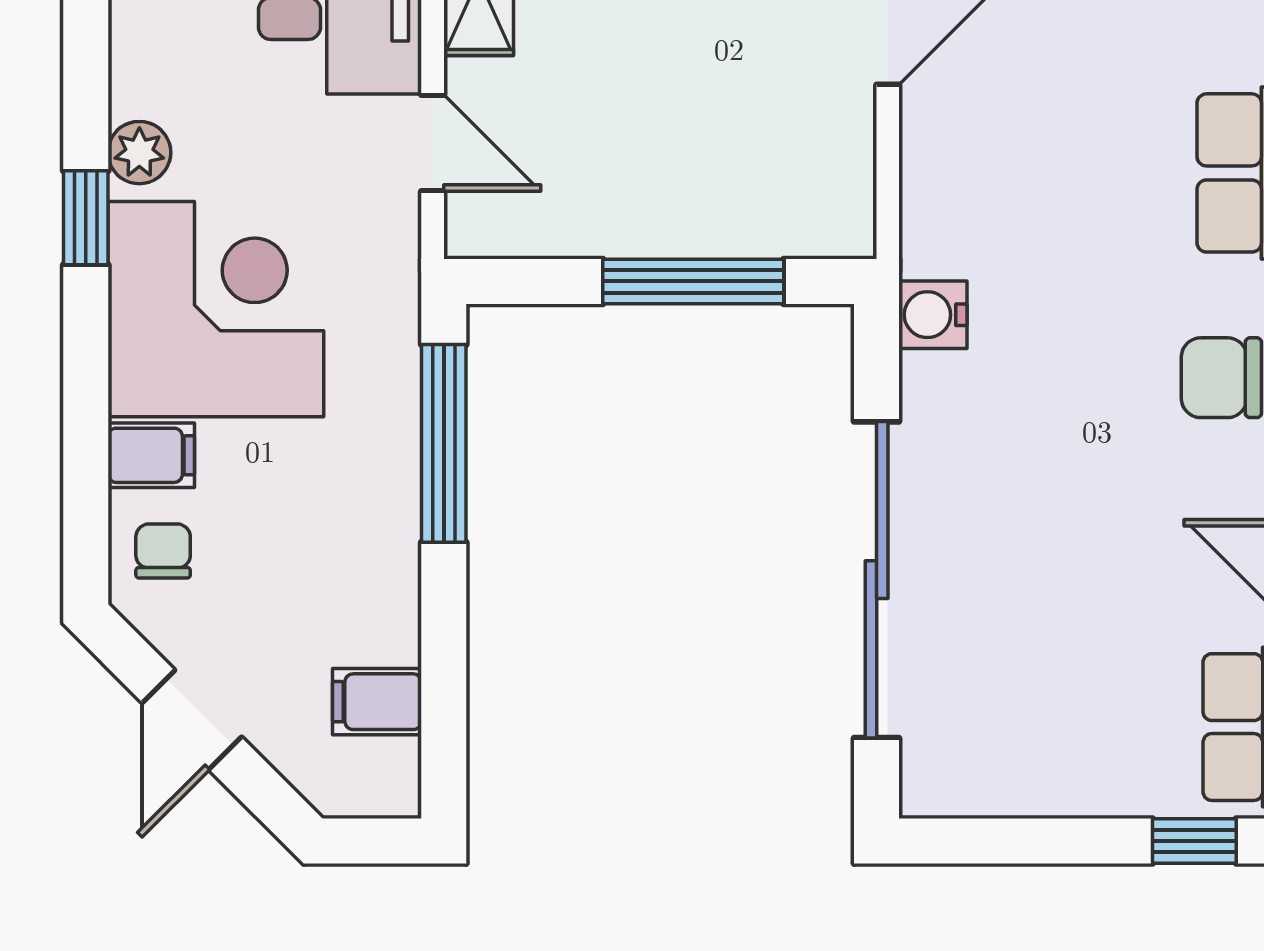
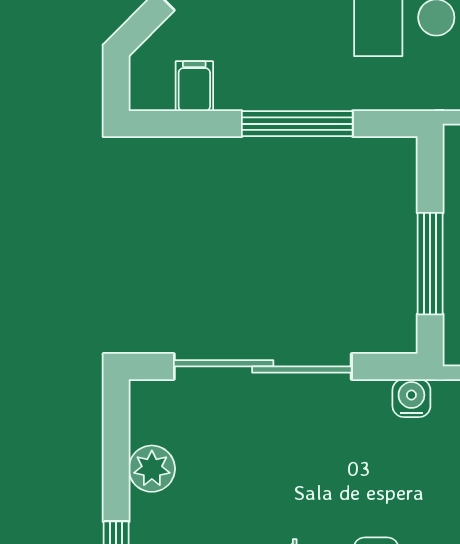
window: (444, 443) -> (297, 124), moved
plant: (1059, 777) -> (152, 469), added

